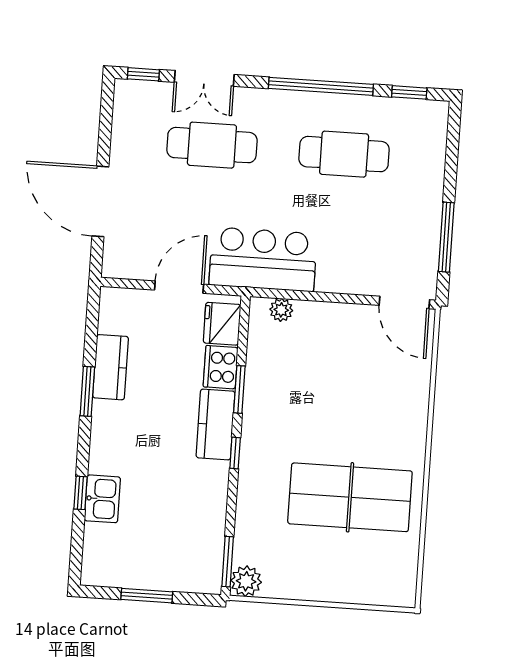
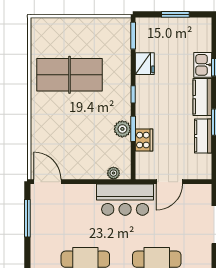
fridge: (222, 324) -> (145, 64), moved
kitchen counter: (216, 424) -> (202, 97), moved, turned 180
plant: (246, 581) -> (122, 129), moved

